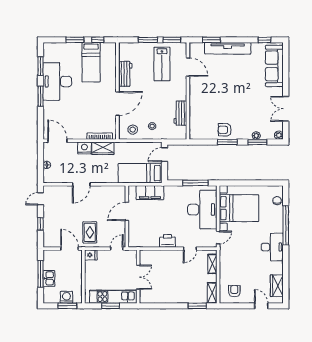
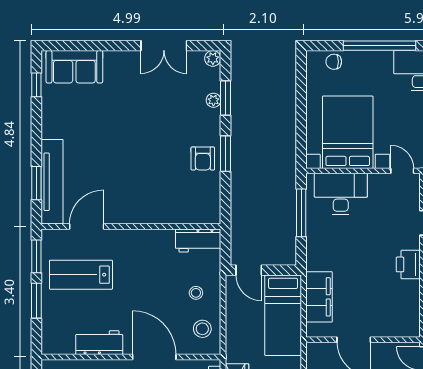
tv unit: (228, 48) -> (52, 182), moved
lab bench: (162, 64) -> (81, 275), turned 180
sofa: (274, 66) -> (74, 67), width x0.73
workbench: (180, 113) -> (198, 241), moved
desk: (202, 210) -> (341, 194), width x0.73, depth x0.77

